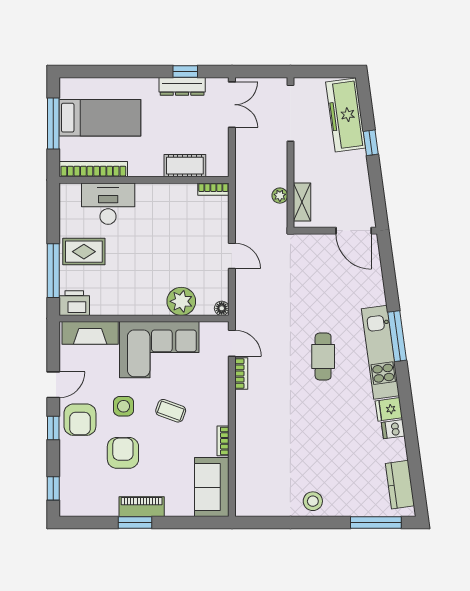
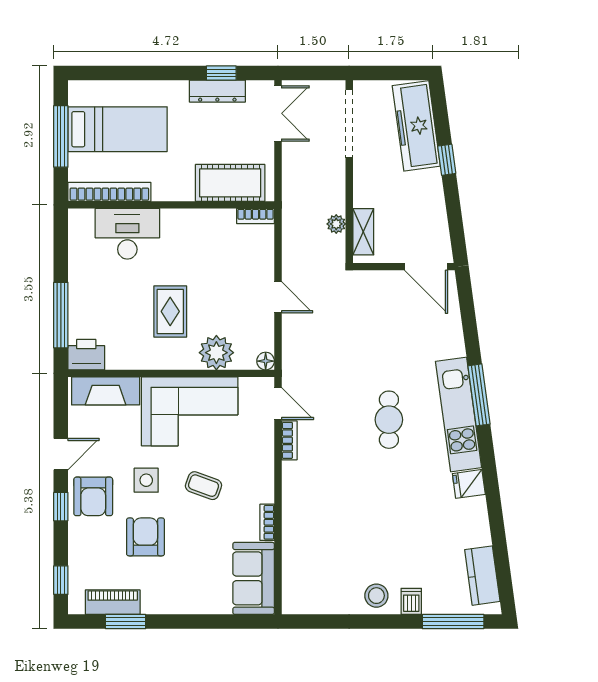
cot: (185, 166) -> (230, 183), width x1.37, depth x1.34
rug: (84, 252) -> (170, 311), moved, turned 90
dishwasher: (393, 429) -> (411, 601), moved, turned 98
piano: (142, 507) -> (113, 602), moved
window: (135, 522) -> (126, 622), moved

